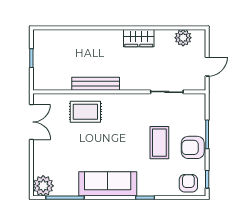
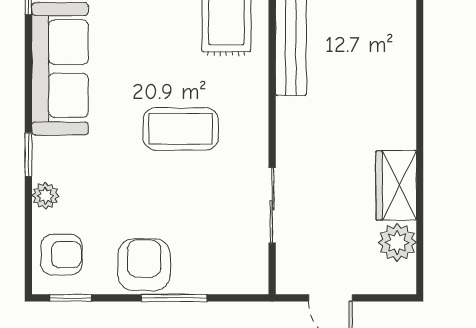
wardrobe: (139, 38) -> (396, 185), moved
coffee table: (159, 143) -> (181, 129), moved
plant: (163, 190) -> (45, 196), added

